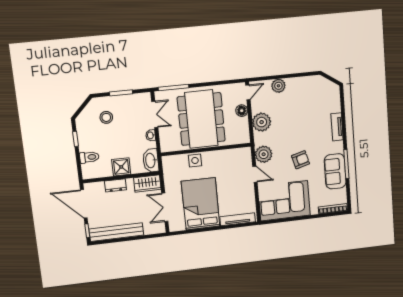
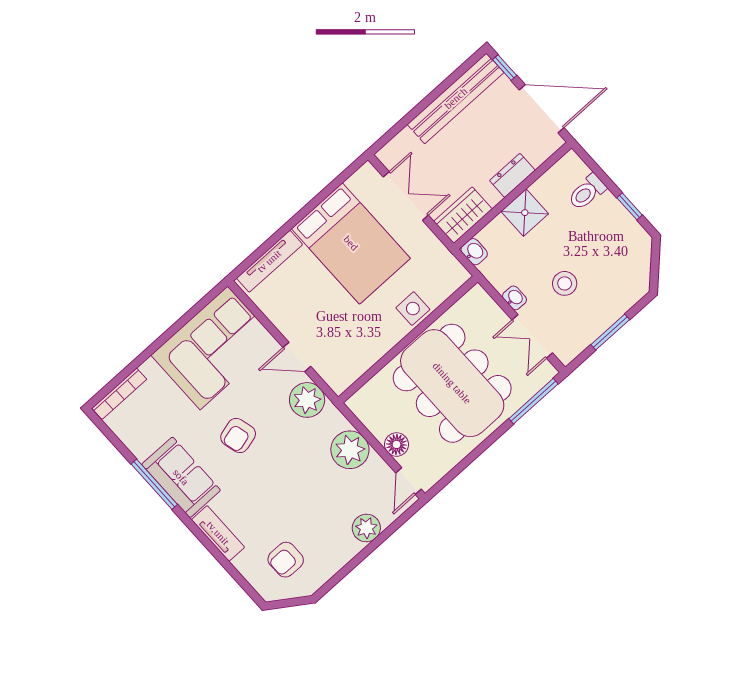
armchair: (319, 97) -> (286, 560), added
stool: (106, 117) -> (565, 283), moved
washbasin: (151, 160) -> (474, 252), width x0.52, depth x0.69
sofa: (335, 171) -> (181, 477), moved

